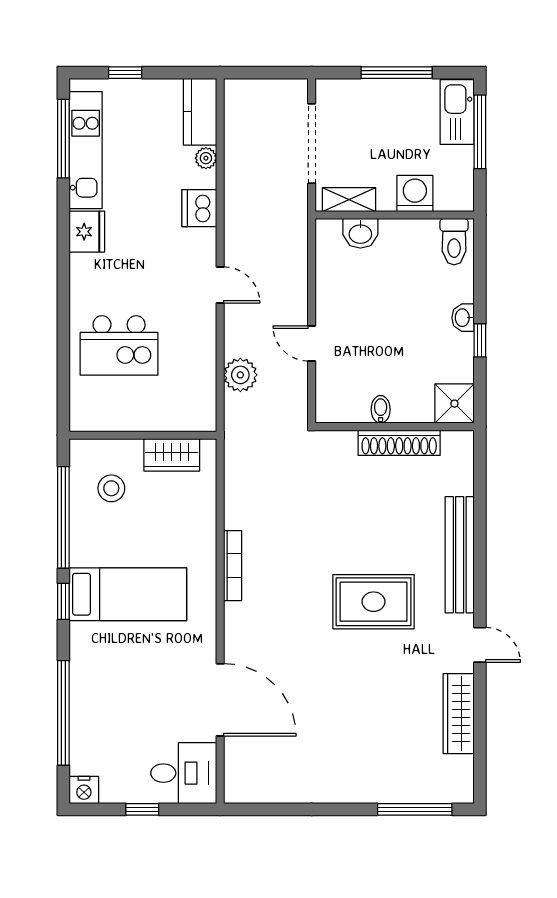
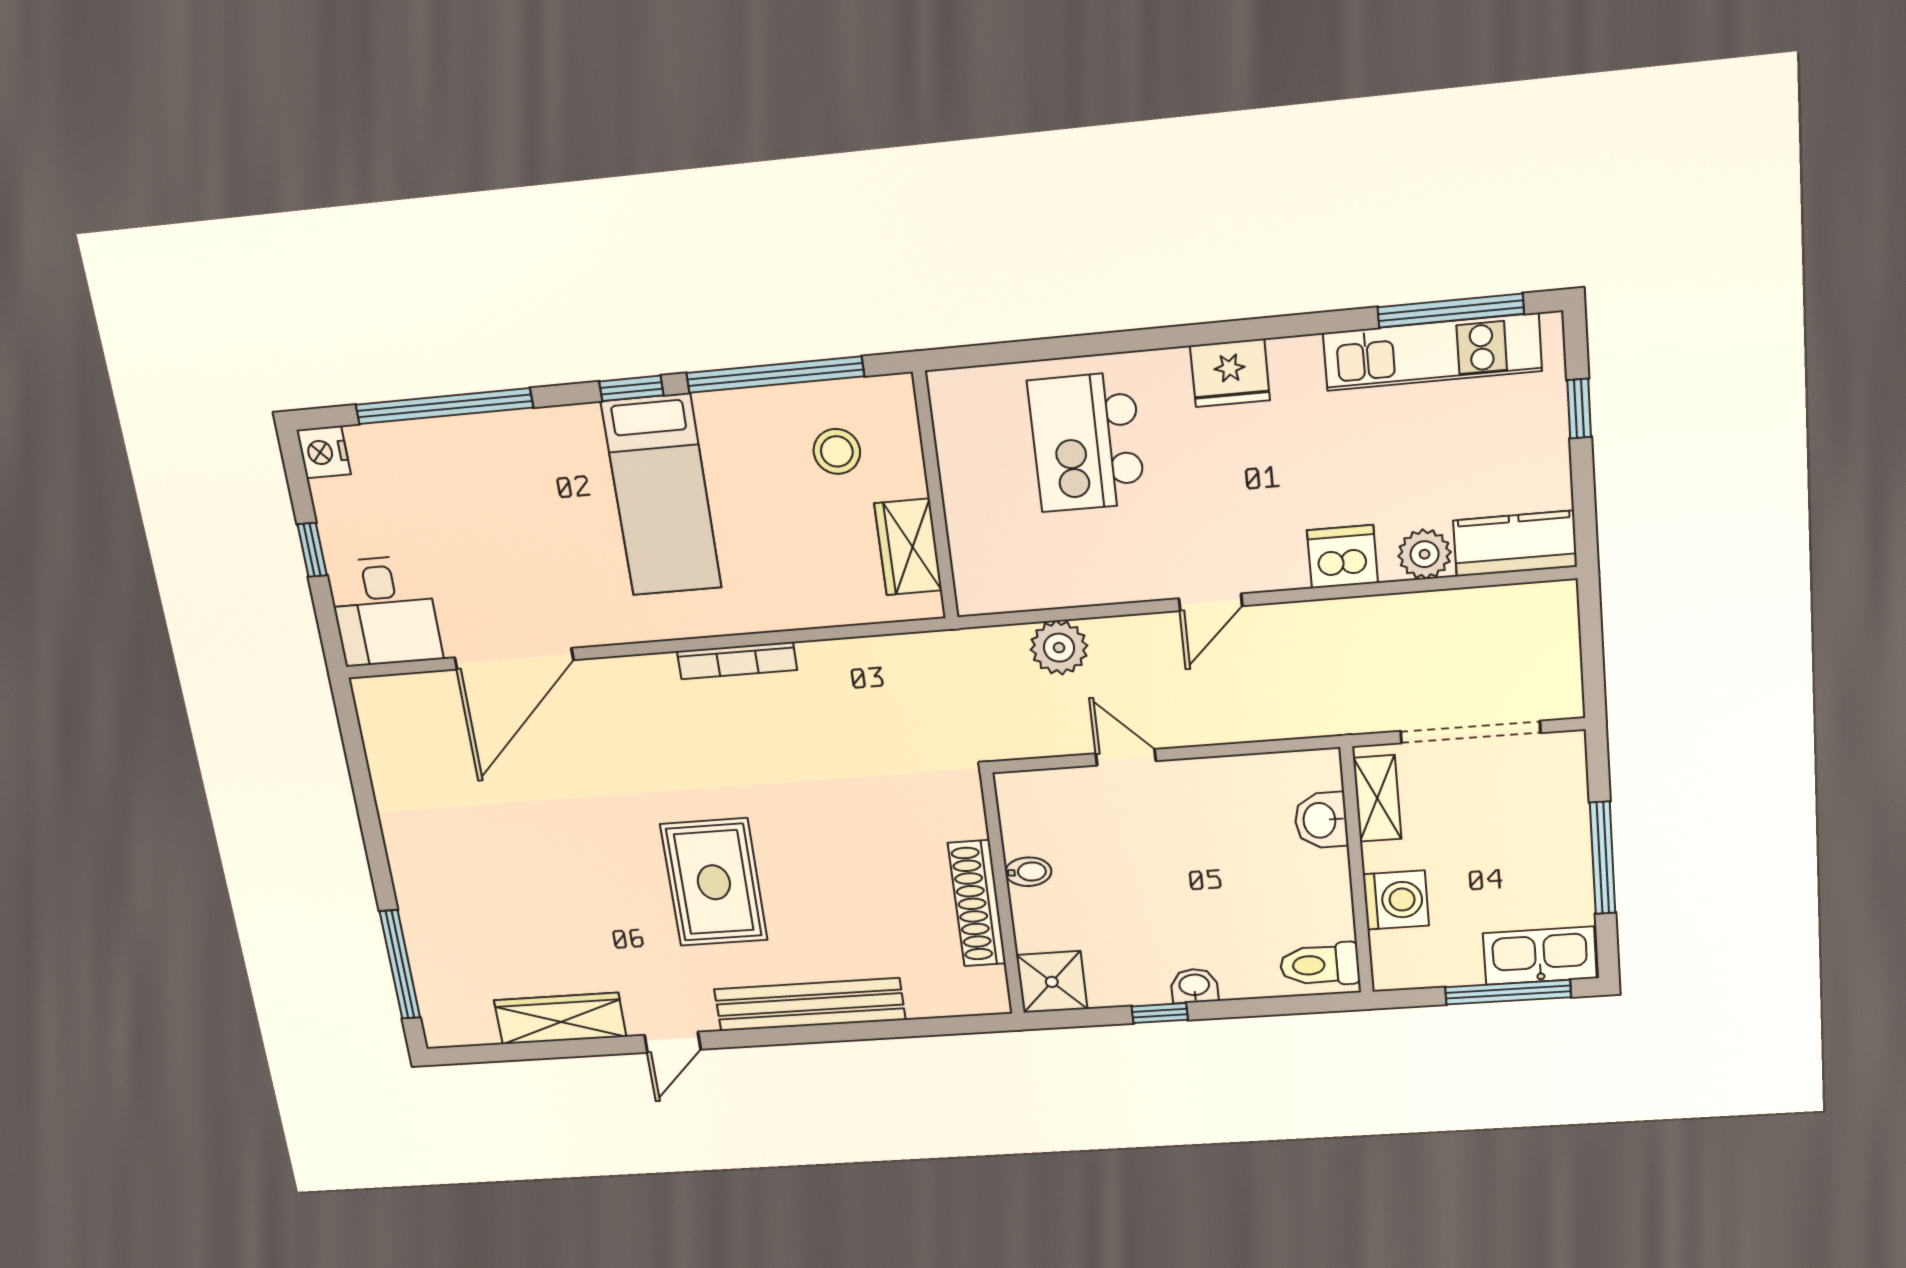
plant: (206, 158) -> (1425, 554), width x1.38, depth x1.38
fridge: (87, 232) -> (1230, 373), moved
door: (312, 343) -> (1126, 757), hinge flipped

